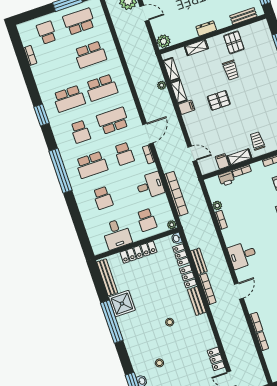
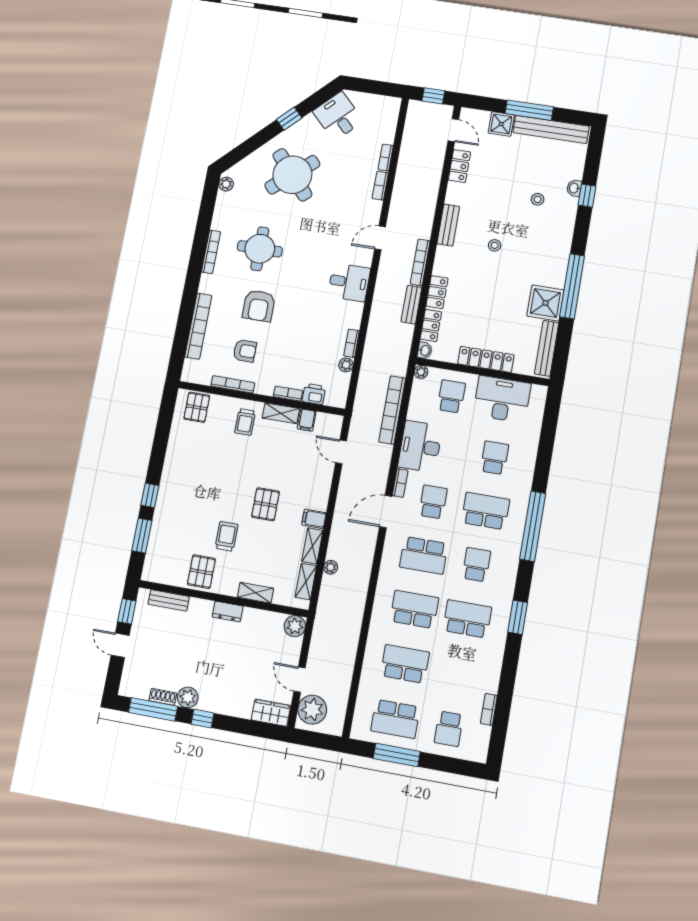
pallet: (219, 100) -> (266, 504), turned 90
desk: (150, 185) -> (420, 446), width x1.37
desk: (117, 234) -> (502, 399), width x1.37
bench: (197, 301) -> (448, 225), moved

